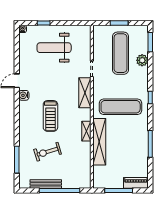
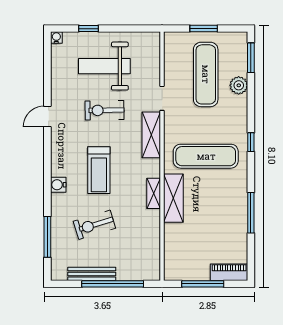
exercise bike: (54, 77) -> (105, 110), added
water cooler: (24, 95) -> (58, 185), moved
shelving: (99, 142) -> (173, 198), width x0.68

